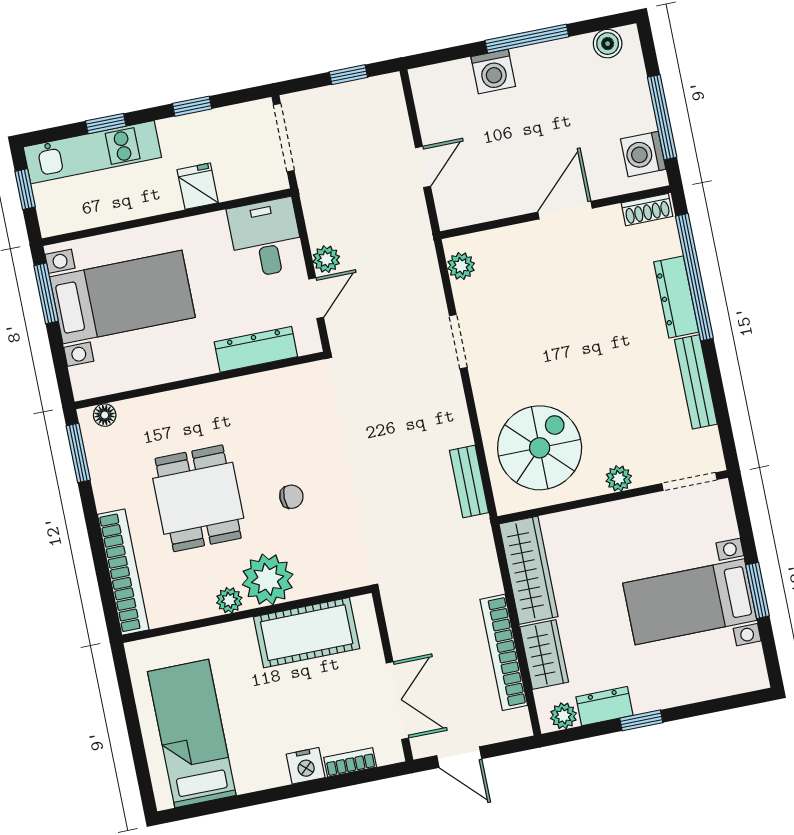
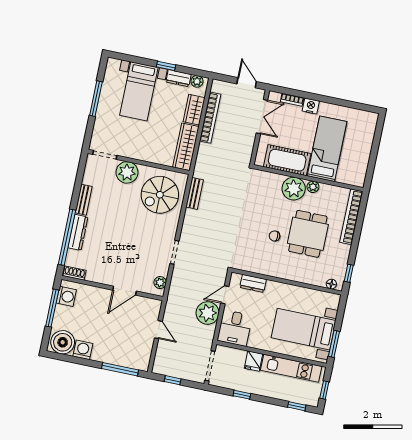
window: (527, 39) -> (120, 369), moved
boiler: (608, 44) -> (63, 342), width x1.86, depth x1.86
washing machine: (493, 72) -> (83, 350), moved
window: (106, 124) -> (297, 406), moved
kitchen unit: (92, 152) -> (291, 368), moved, turned 180
door: (423, 167) -> (158, 330), swing flipped
door: (565, 210) -> (125, 291), moved
plant: (326, 259) -> (208, 313), width x1.88, depth x1.88
dresser: (256, 349) -> (253, 283), width x0.70
bench: (696, 382) -> (84, 200), width x0.73
window: (78, 453) -> (349, 273), width x0.67
plant: (619, 478) -> (127, 172), width x1.88, depth x1.88
chair: (291, 497) -> (275, 236), moved
window: (758, 590) -> (96, 99), width x1.44
bed with nightstands: (690, 602) -> (139, 91), moved, turned 90
double door: (397, 701) -> (262, 117), swing flipped
bed: (192, 733) -> (327, 149), moved, turned 180

